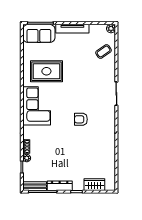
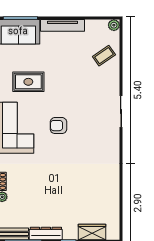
rug: (46, 71) -> (28, 82), width x0.73, depth x0.70
armchair: (81, 119) -> (58, 126), moved

